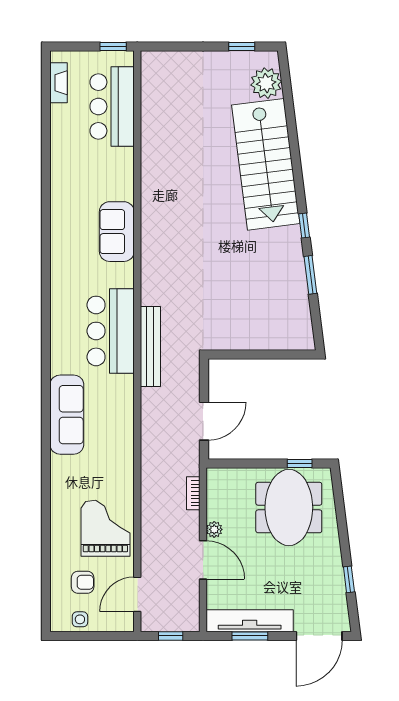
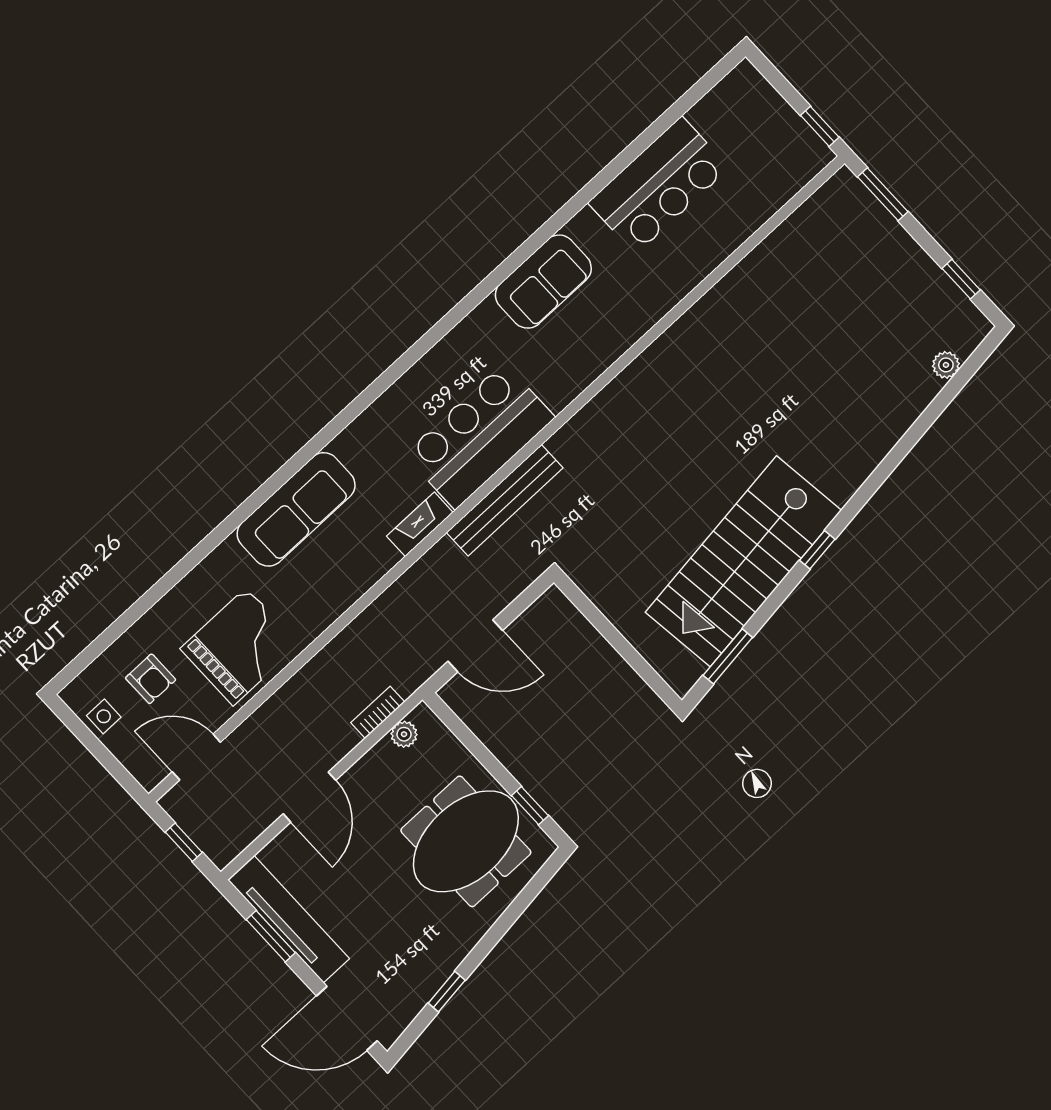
window: (170, 47) -> (883, 194), added
fireplace: (59, 83) -> (420, 524), moved, turned 180
plant: (266, 83) -> (946, 365), width x0.53, depth x0.53
bar counter: (112, 107) -> (659, 185), moved, turned 180
stairs: (266, 164) -> (743, 561), moved
sofa: (117, 232) -> (543, 282), moved, turned 180
window: (310, 275) -> (728, 656), moved
sofa: (67, 415) -> (296, 509), moved
plant: (214, 529) -> (404, 734), moved

